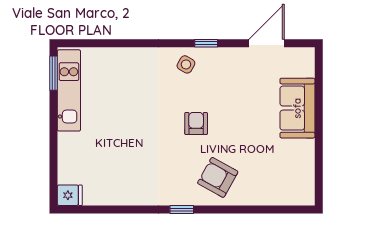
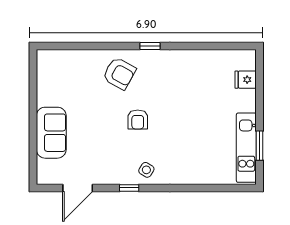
window: (53, 73) -> (259, 146), moved
fridge: (70, 195) -> (246, 80), moved

